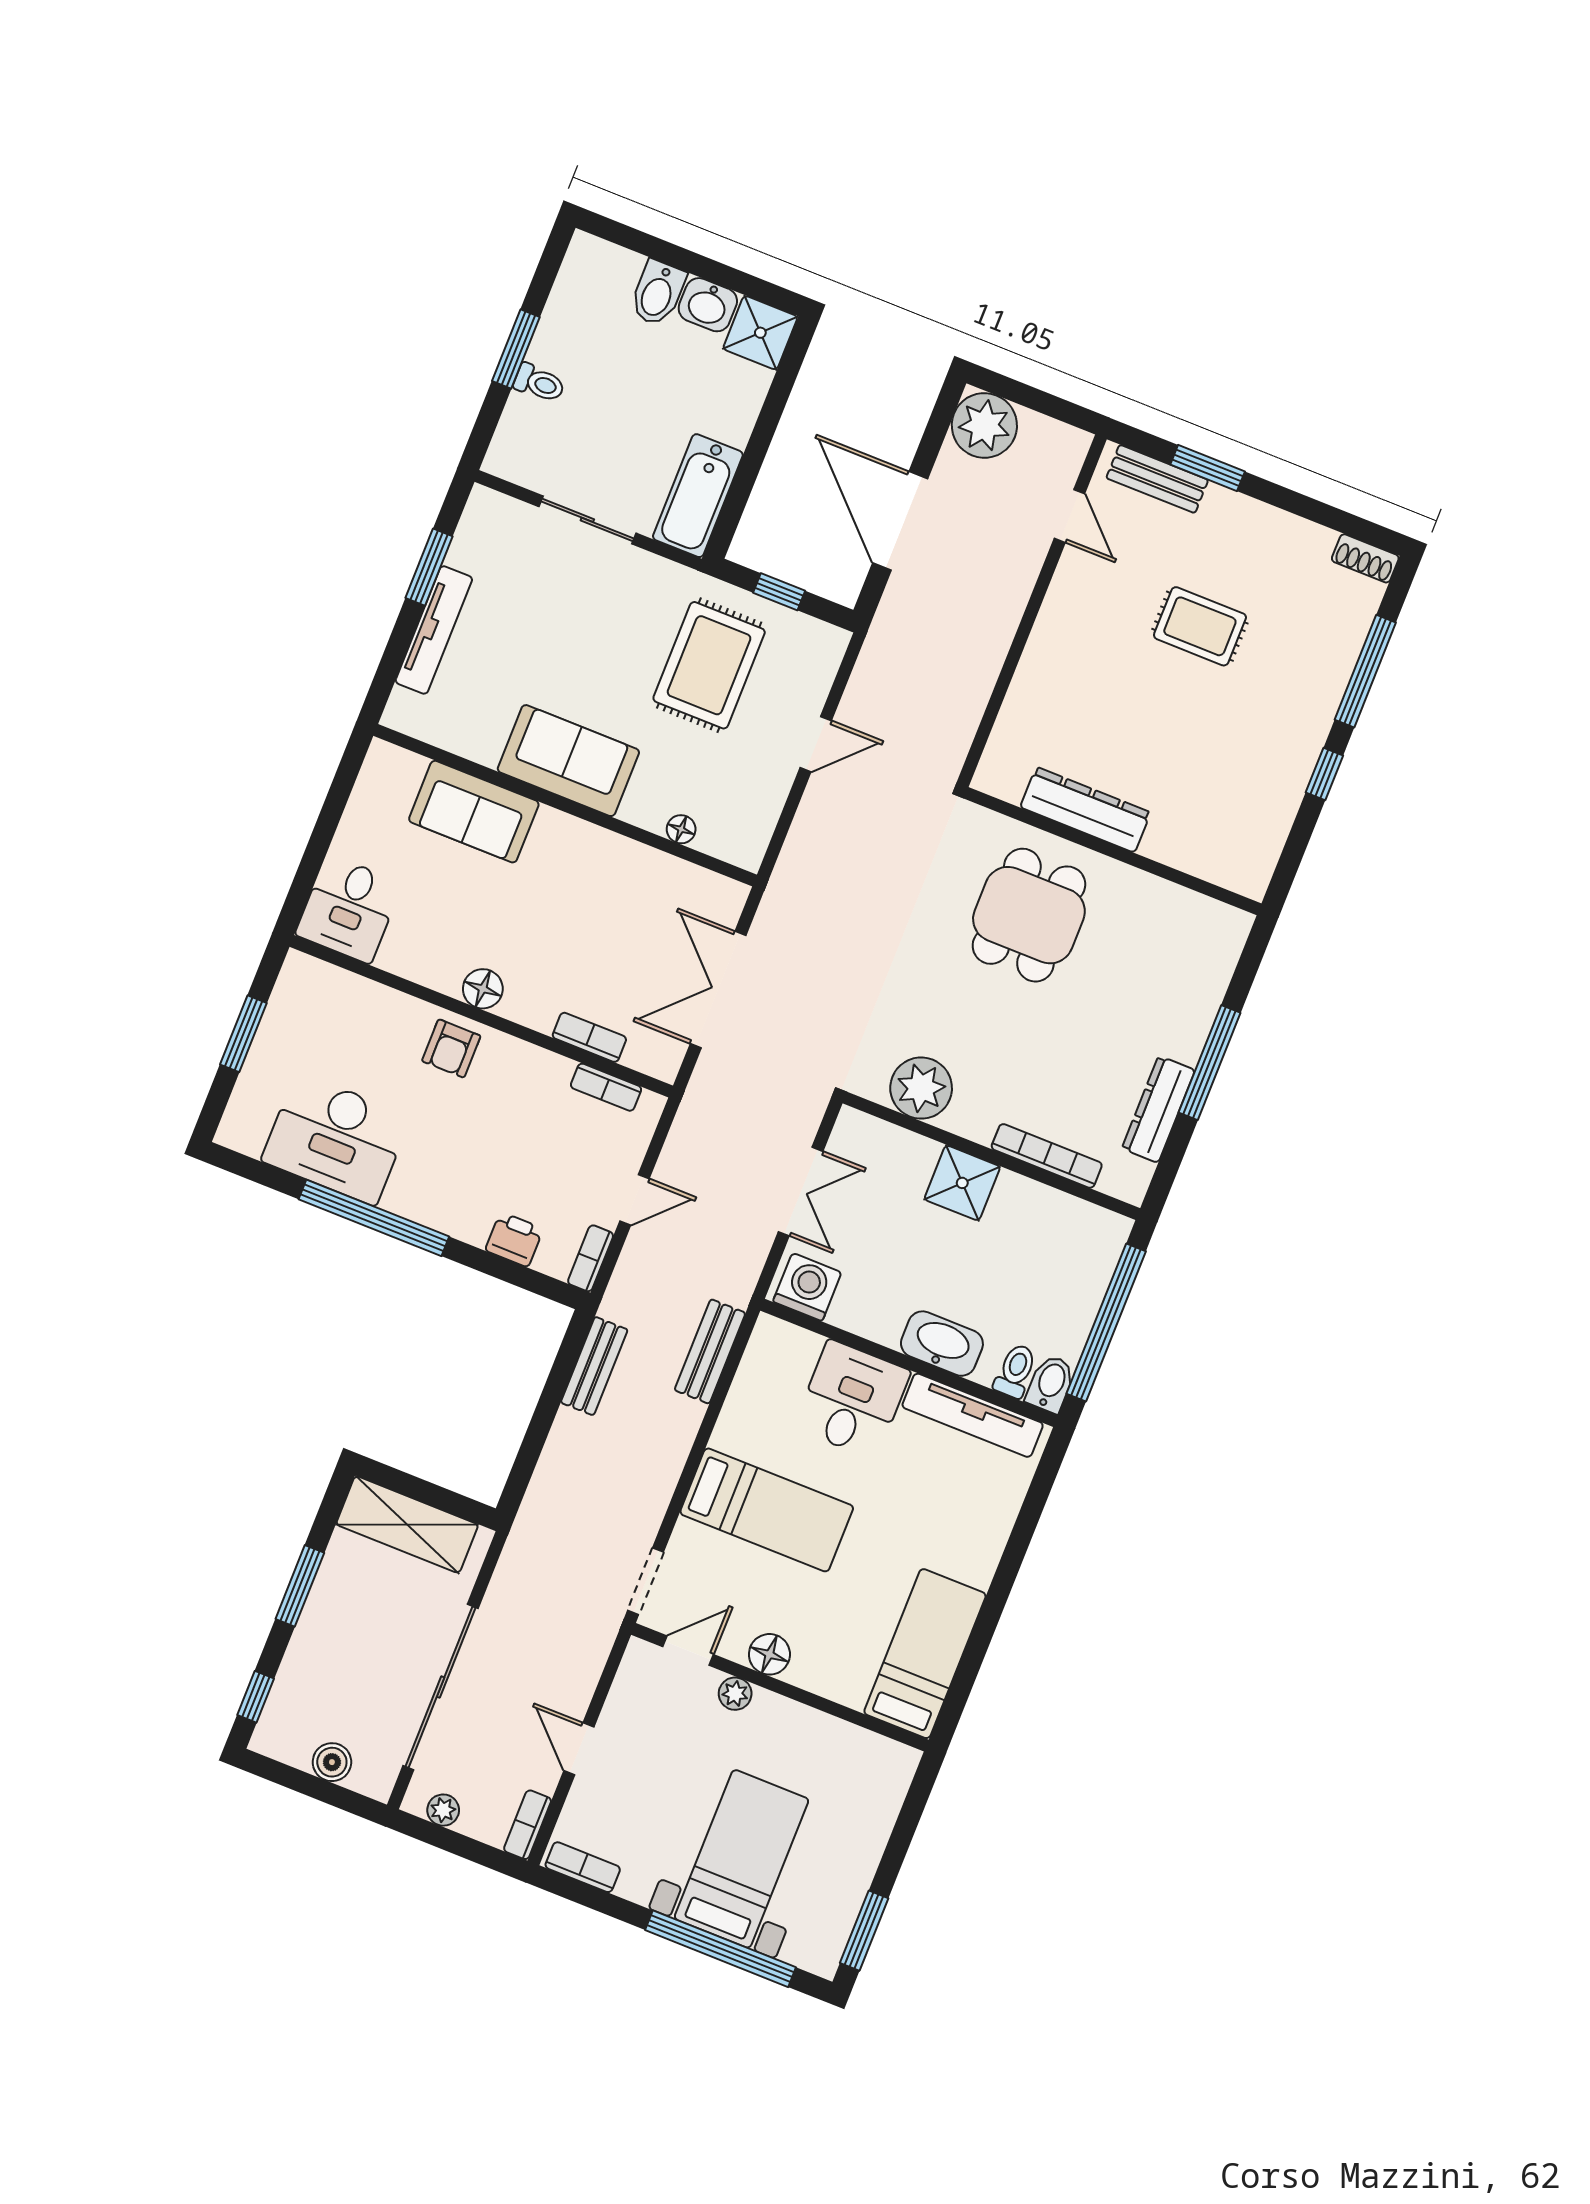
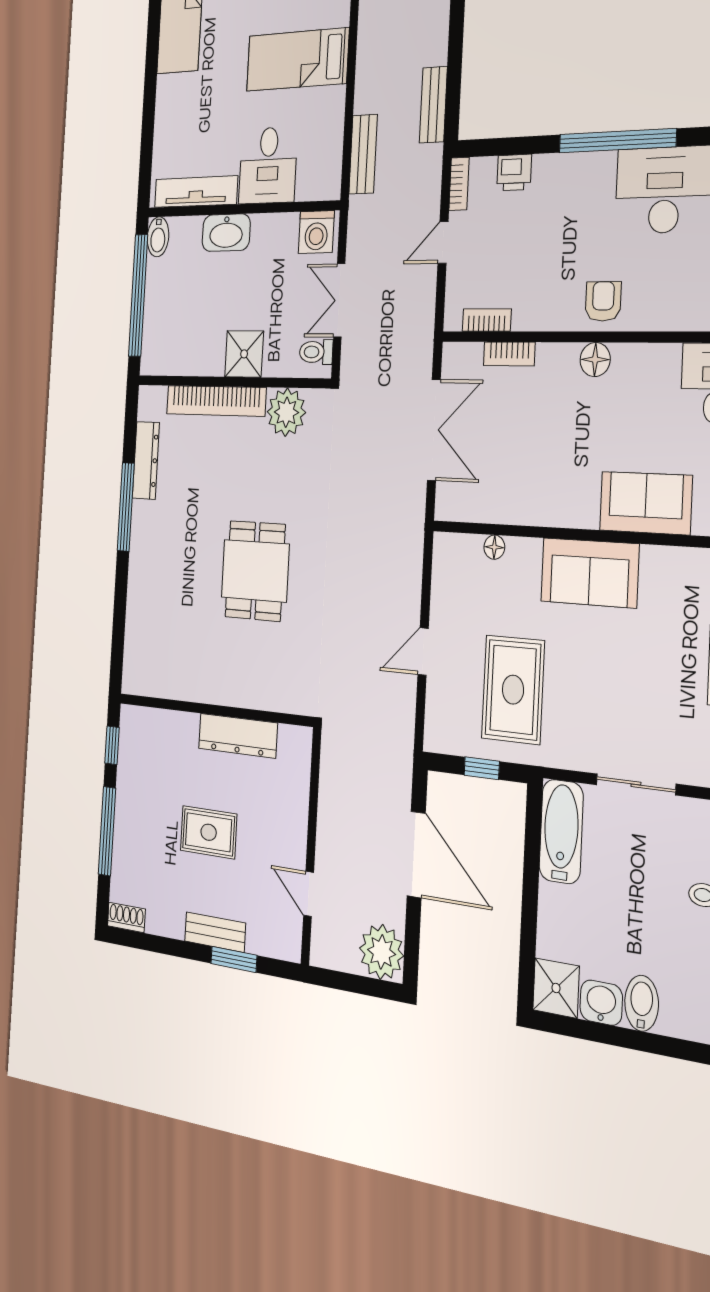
bench: (1157, 479) -> (215, 932), moved
dresser: (1085, 810) -> (238, 736), moved
wall: (1113, 851) -> (214, 710), moved
bookcase: (1047, 1156) -> (216, 401), width x1.48, depth x1.31
toilet: (1015, 1371) -> (316, 352), moved, turned 90

